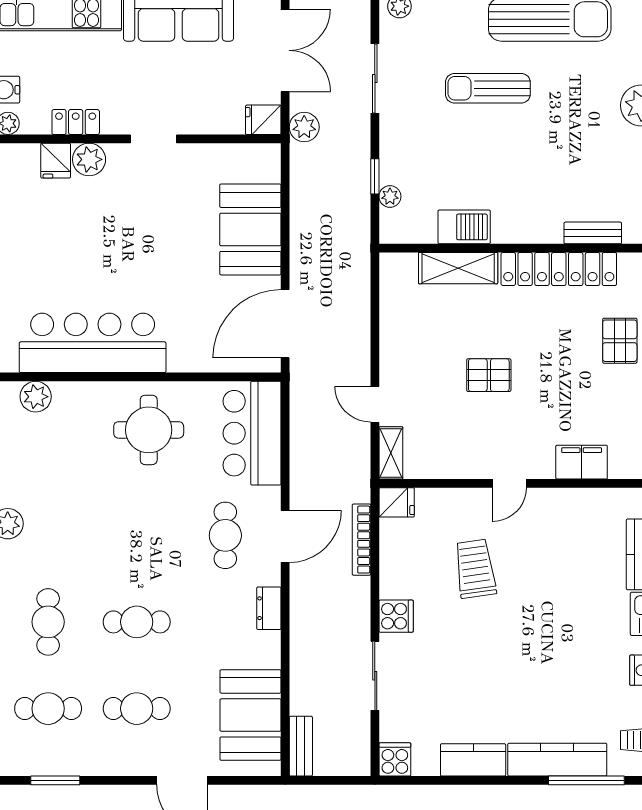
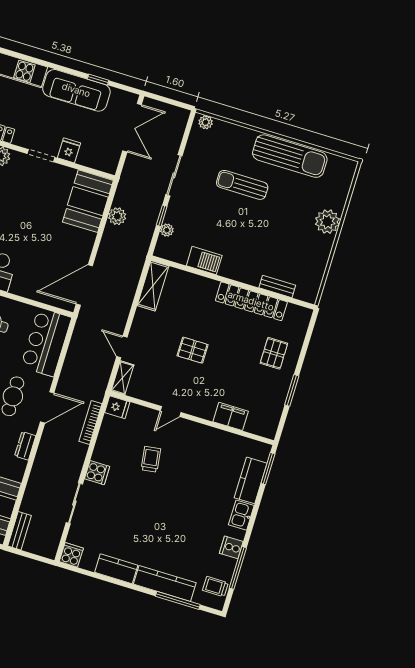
sliding door: (375, 78) -> (174, 175), moved
fridge: (263, 120) -> (69, 150), moved, turned 90
plant: (304, 127) -> (117, 216), moved
booth: (250, 229) -> (88, 201), moved
shelving: (458, 268) -> (153, 286), moved, turned 90
door: (509, 483) -> (171, 412), moved
trolley: (475, 569) -> (151, 459), width x0.73, depth x0.72

